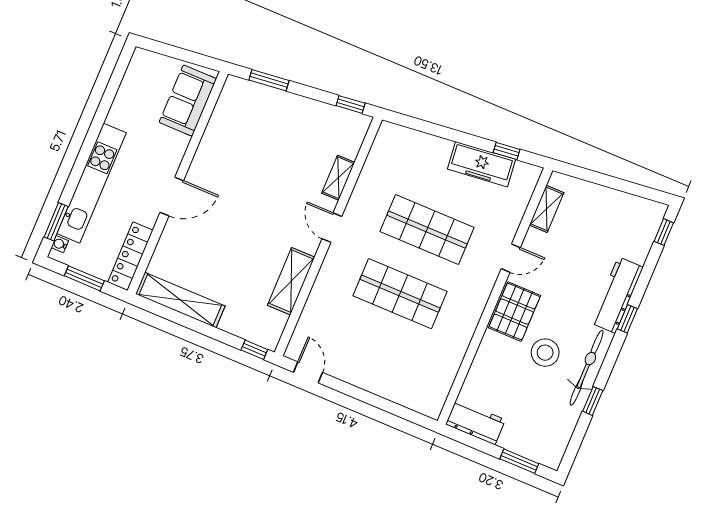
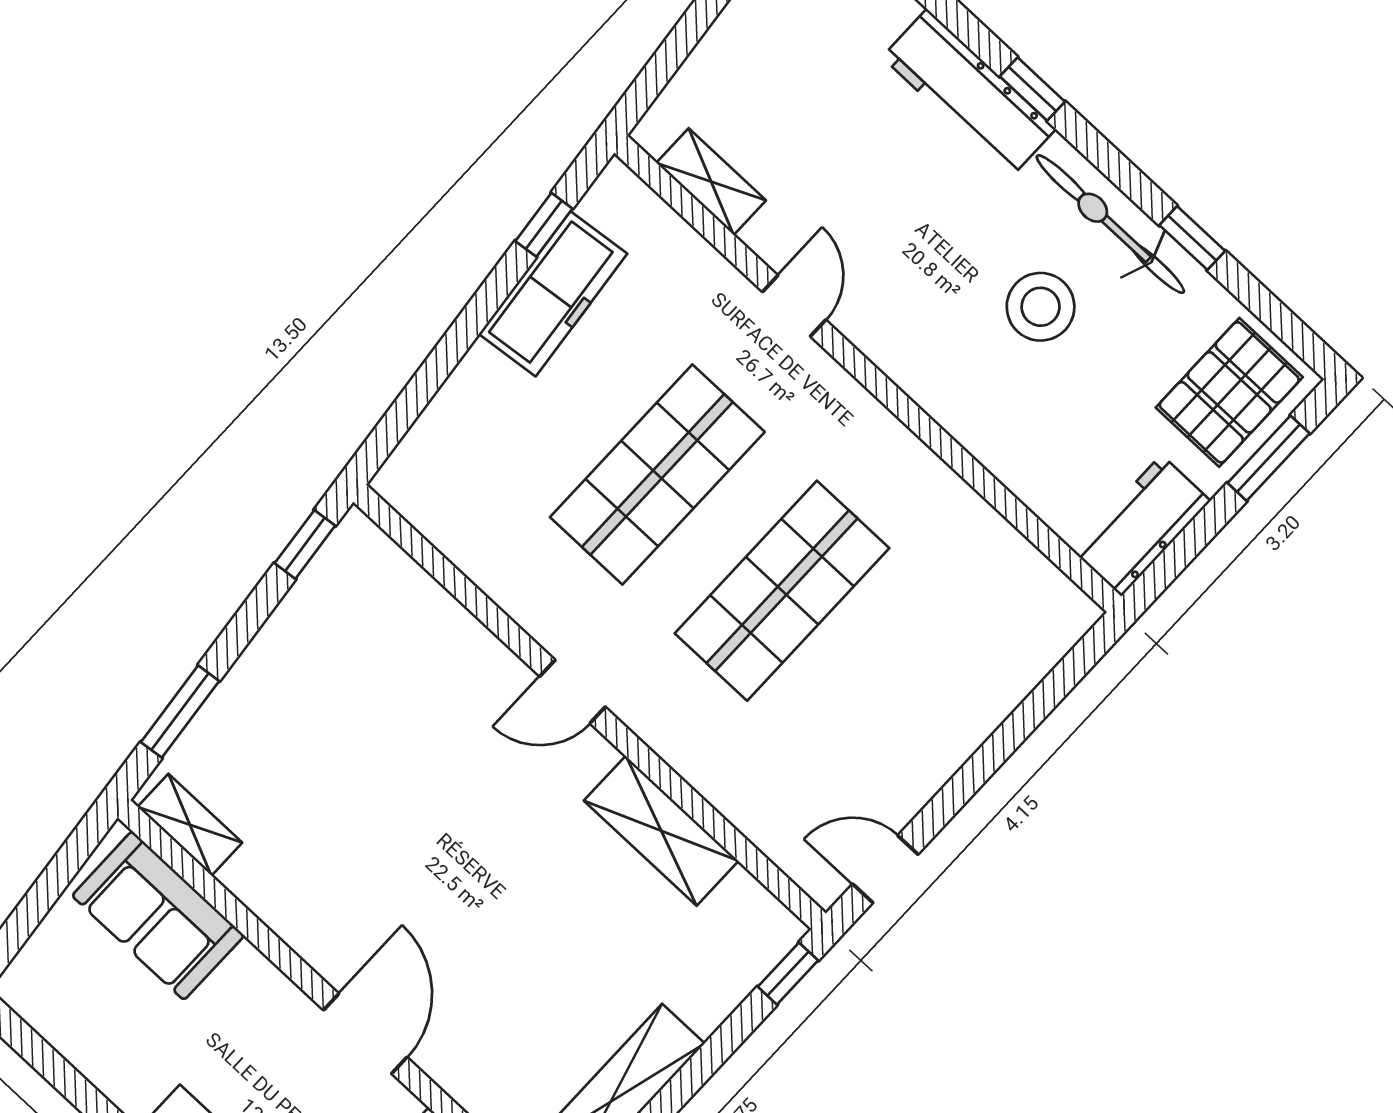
shelving: (338, 178) -> (190, 825), moved
pallet: (515, 312) -> (1229, 392), moved, turned 90

